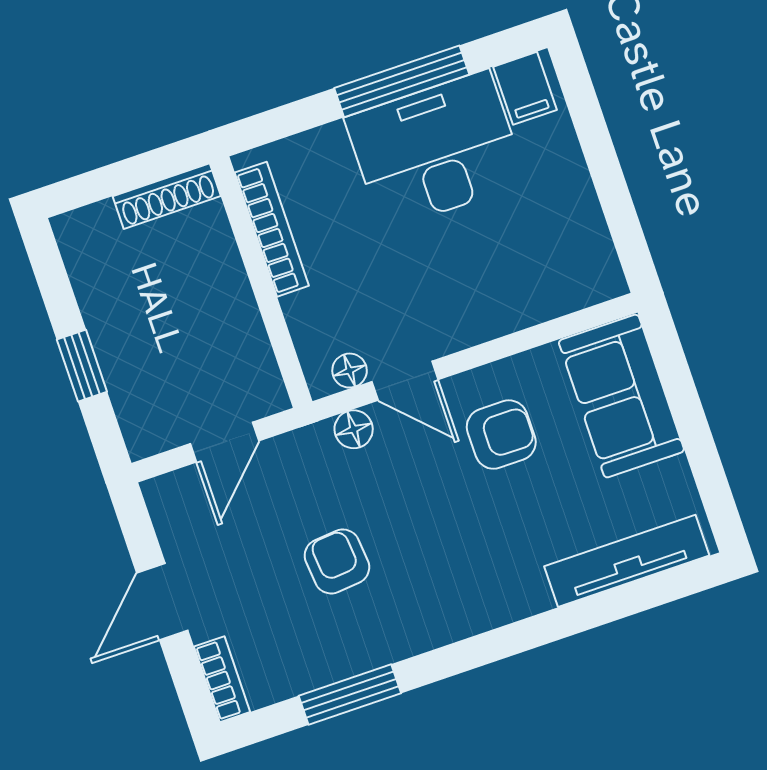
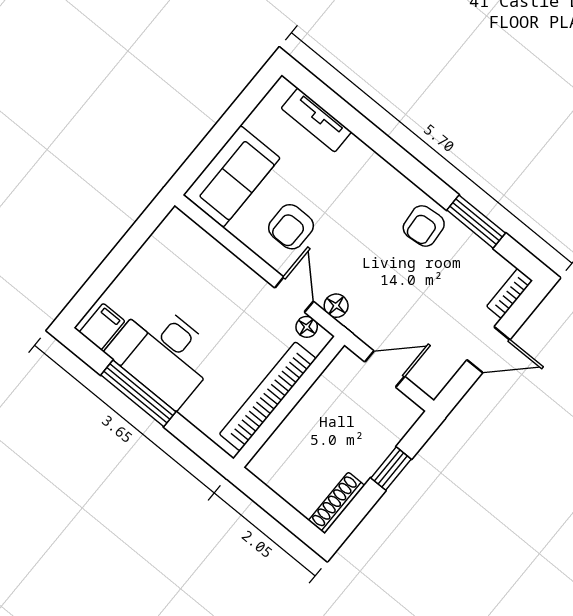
shoe rack: (167, 196) -> (336, 503), moved, turned -90
bookcase: (272, 229) -> (268, 396), width x1.48, depth x1.31
armchair: (501, 435) -> (291, 227), turned -90
armchair: (337, 561) -> (424, 226), moved
tv unit: (627, 561) -> (316, 120), width x0.71

